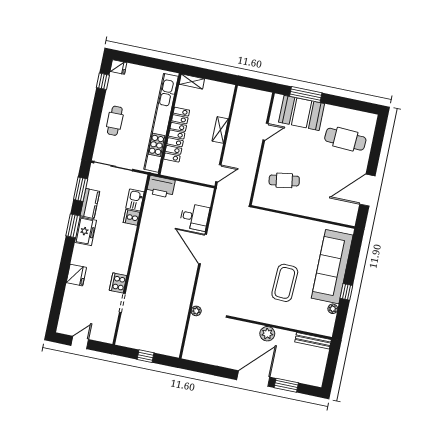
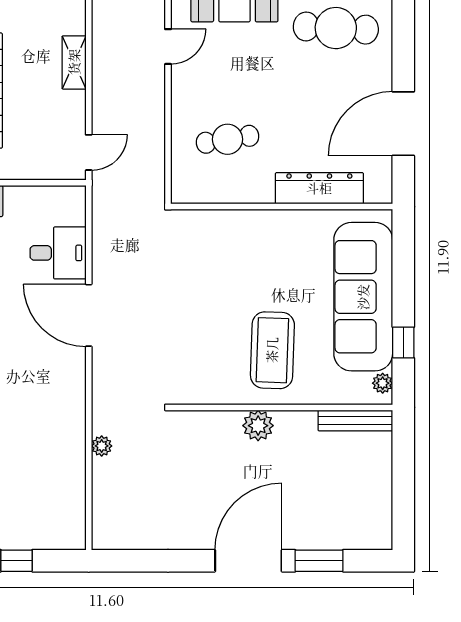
dresser: (322, 212) -> (319, 188), added
wall: (280, 328) -> (282, 407), moved
plant: (267, 334) -> (258, 426), moved
bench: (313, 341) -> (355, 421), moved

